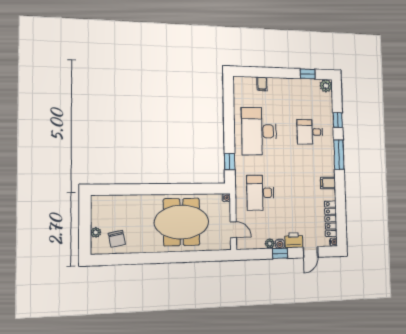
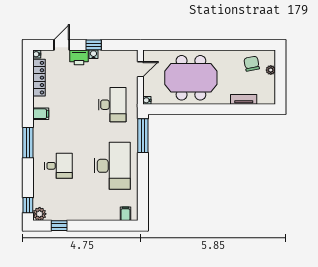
filing cabinet: (262, 84) -> (125, 214), moved
window: (338, 120) -> (28, 205), moved
window: (230, 161) -> (143, 136), width x2.17
tv unit: (125, 200) -> (244, 99), added
door: (233, 230) -> (140, 69), swing flipped
plant: (270, 244) -> (104, 55), removed

